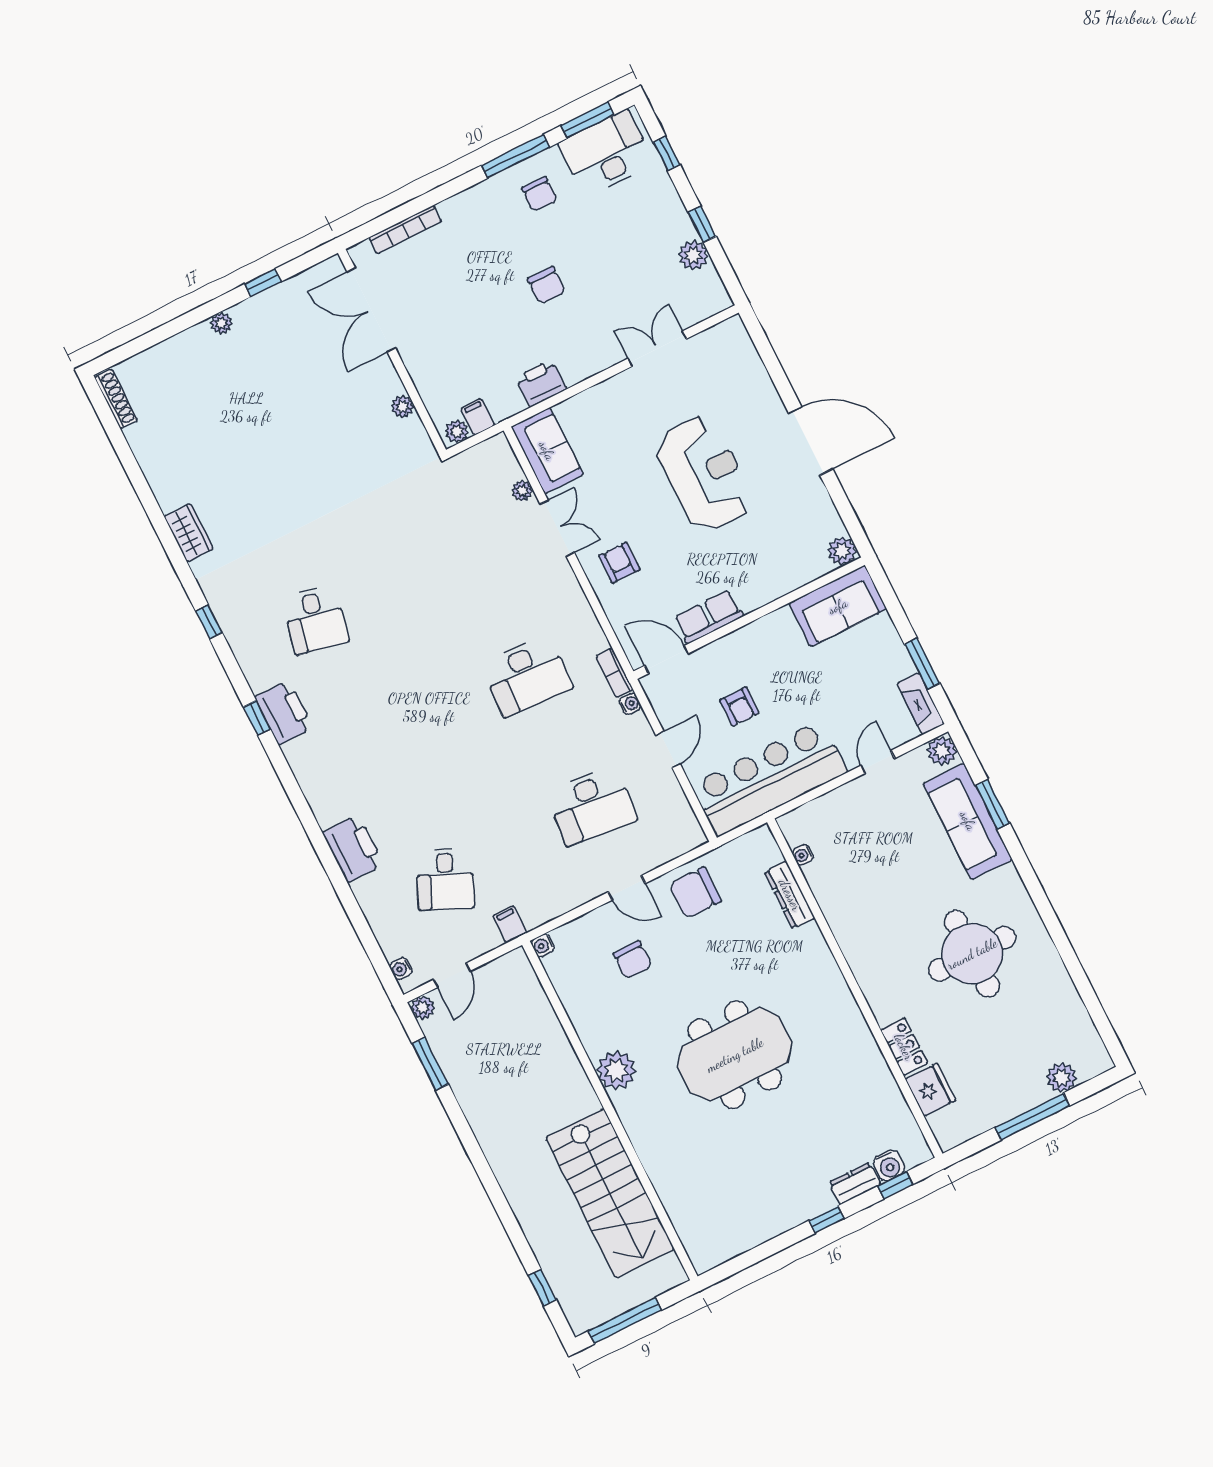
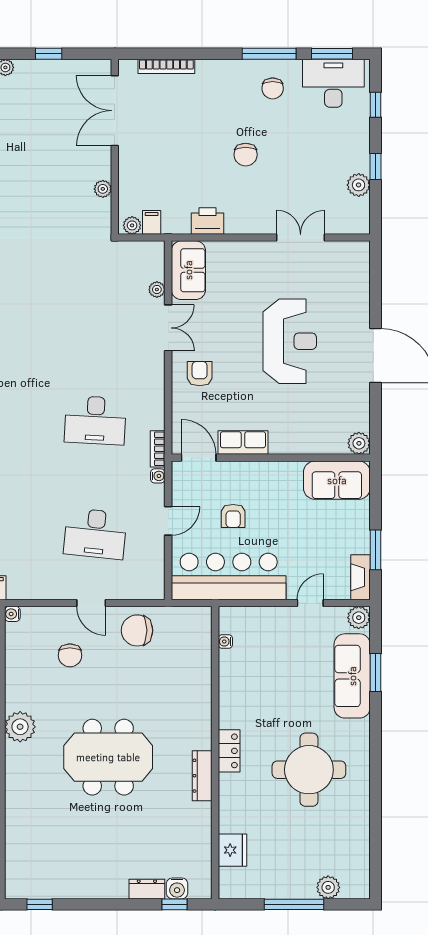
dresser: (790, 895) -> (202, 776), moved
locker: (904, 1047) -> (229, 751), moved
window: (827, 1220) -> (40, 904), moved

